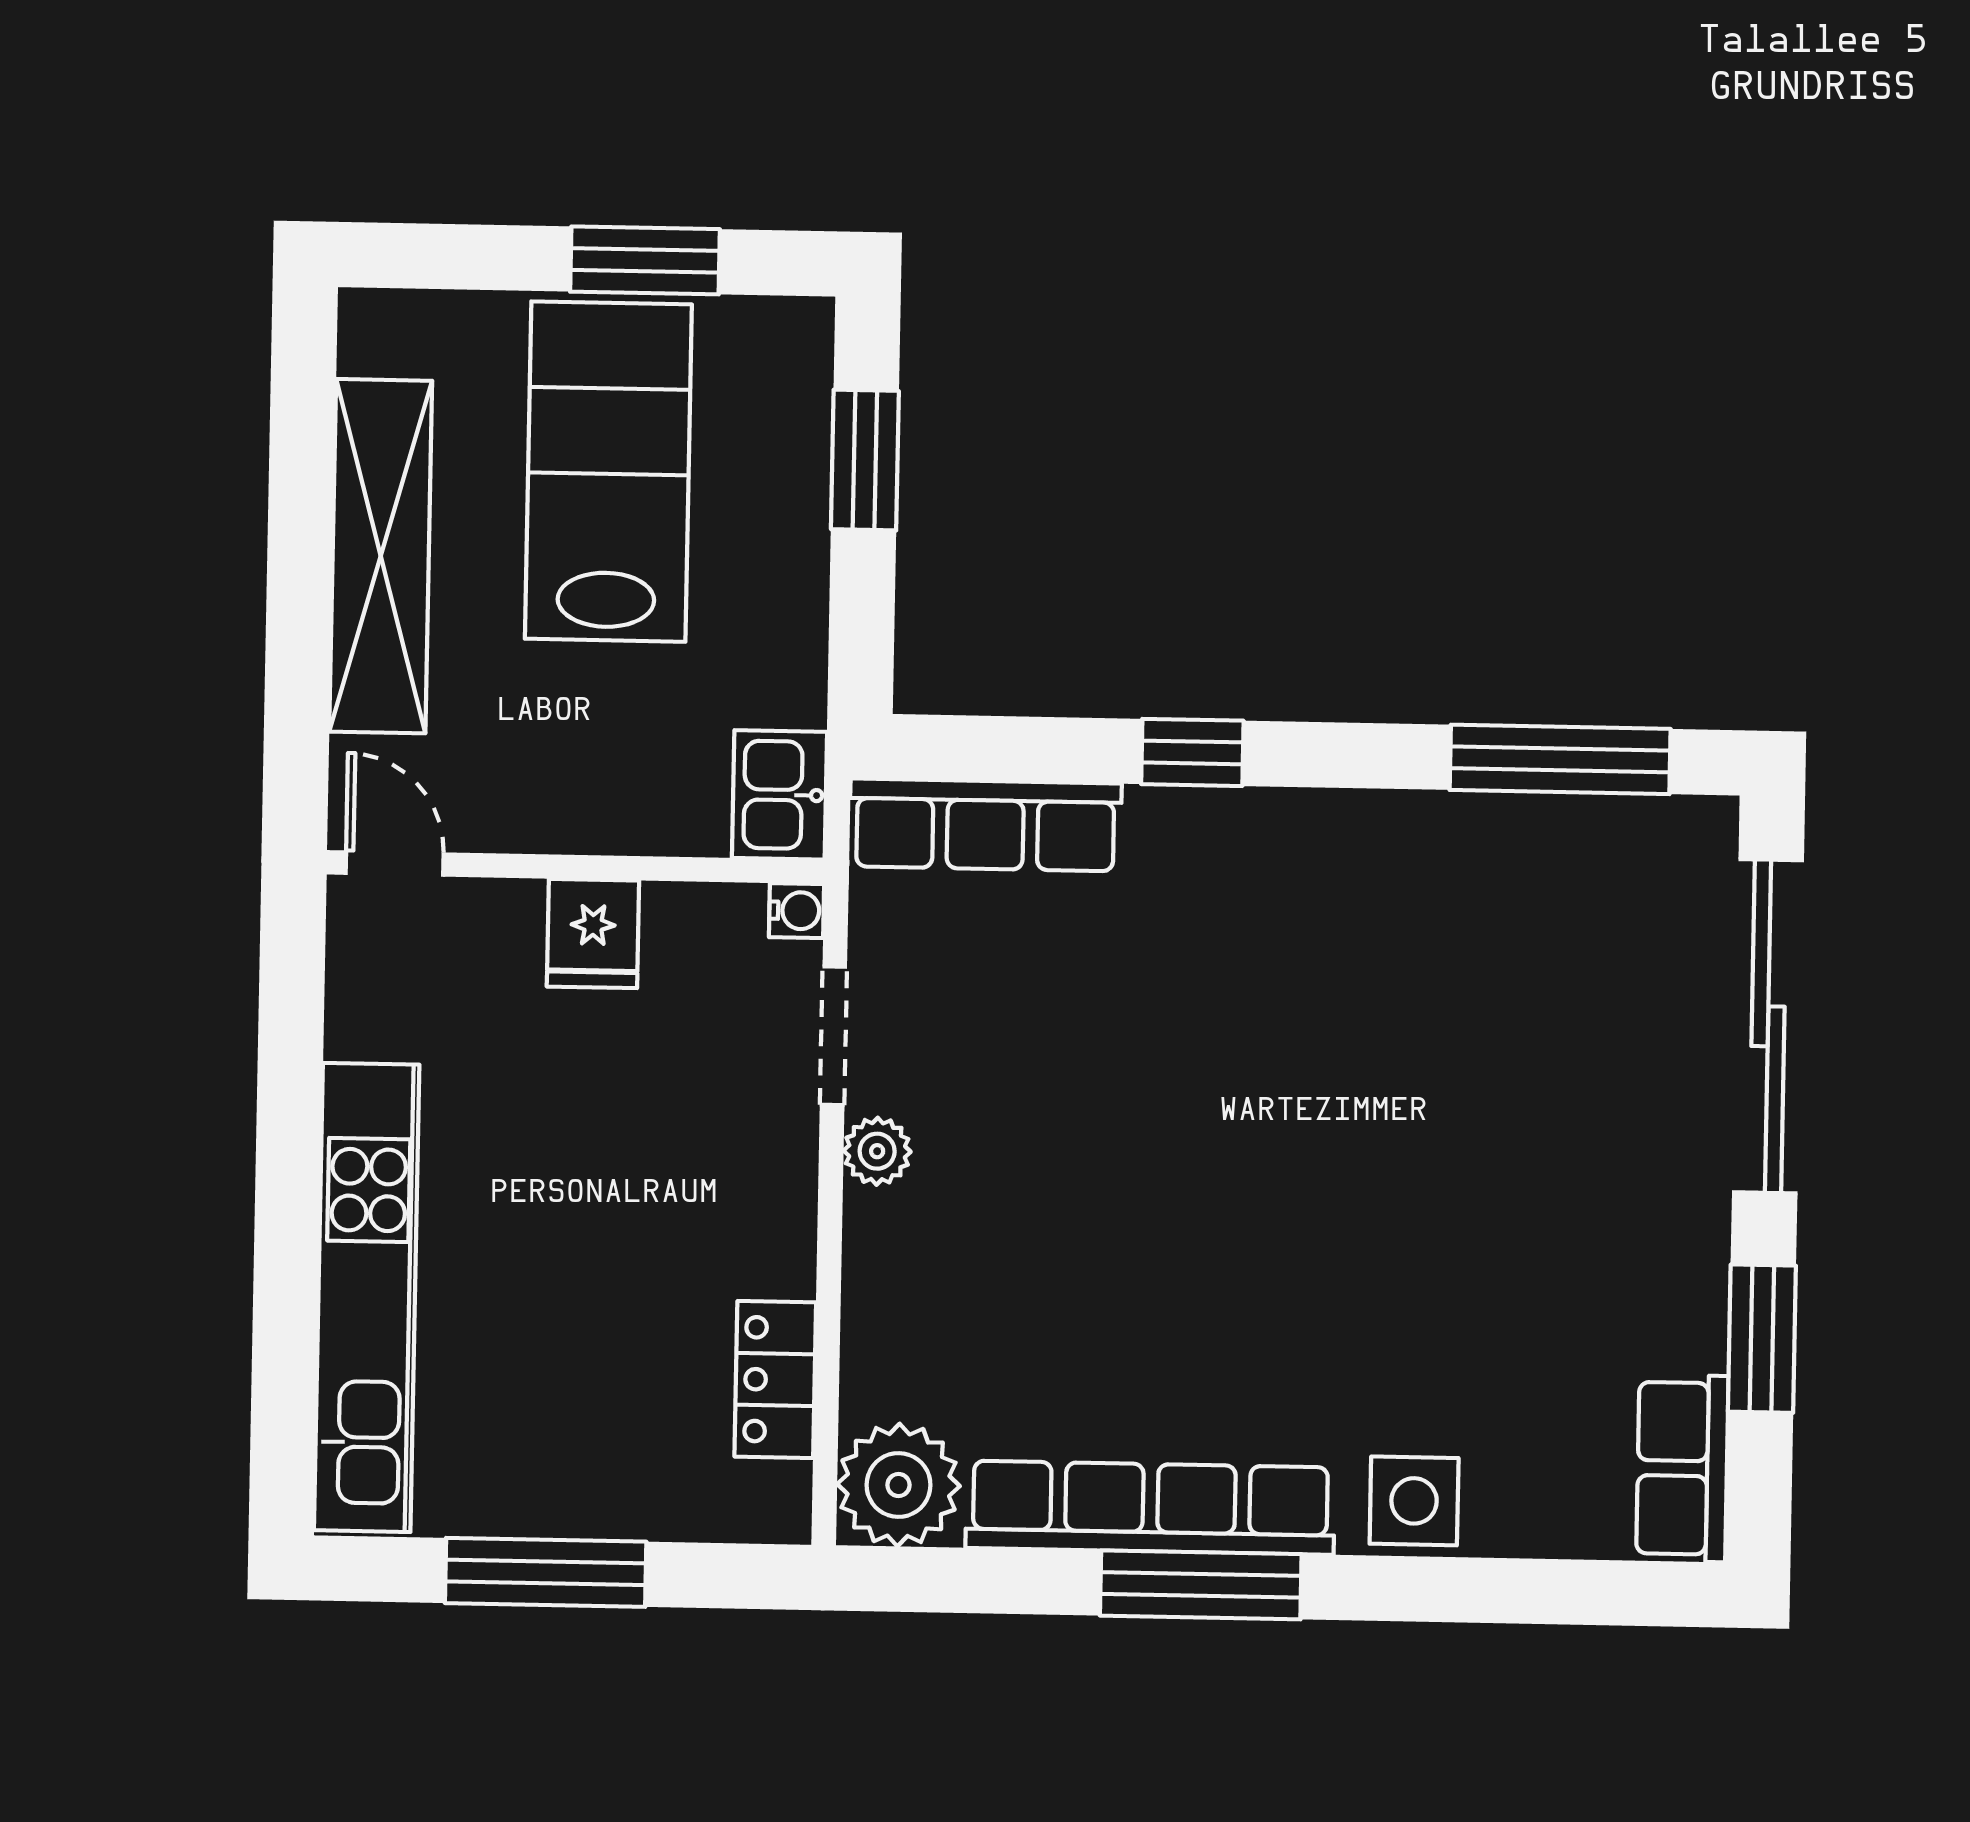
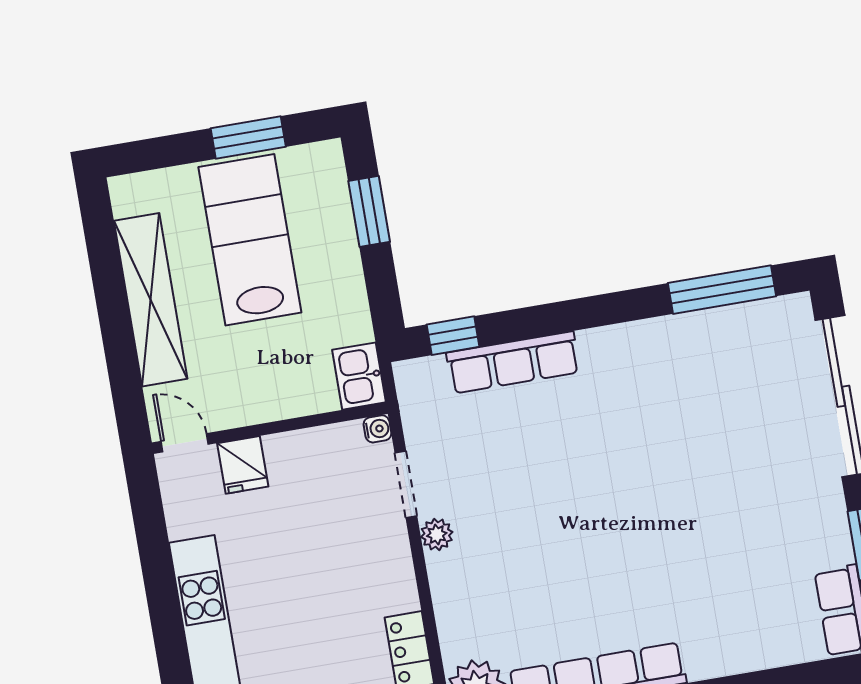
window: (1192, 752) -> (453, 336), moved
row of seats: (985, 825) -> (513, 362), moved
fridge: (593, 934) -> (243, 465), moved
side table: (1414, 1501) -> (720, 651), removed

